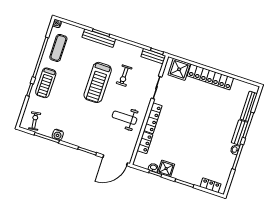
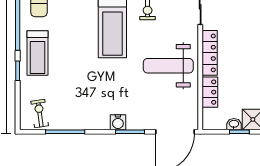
weight bench: (125, 118) -> (168, 66), width x1.36, depth x1.33
water cooler: (58, 135) -> (118, 122), moved

